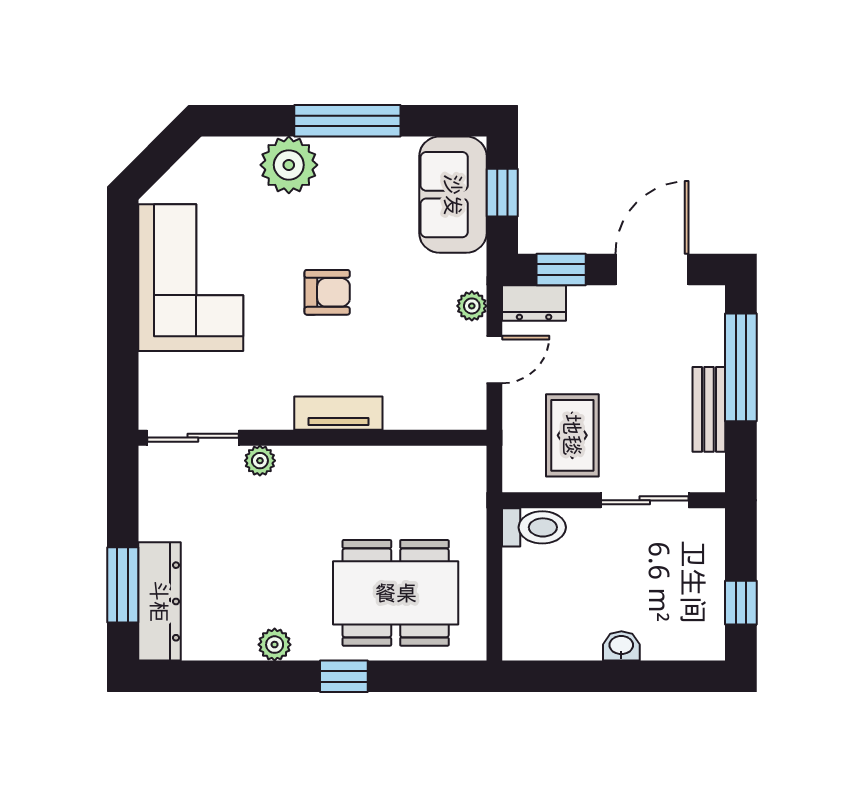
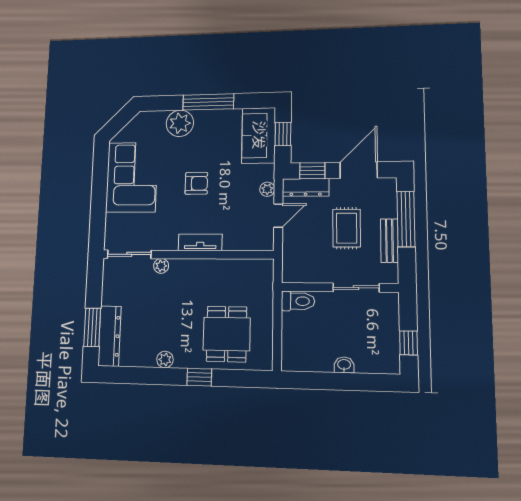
dresser: (534, 303) -> (306, 187), width x1.44
rug: (572, 435) -> (347, 228), moved
dining table: (396, 593) -> (227, 334), width x0.73

